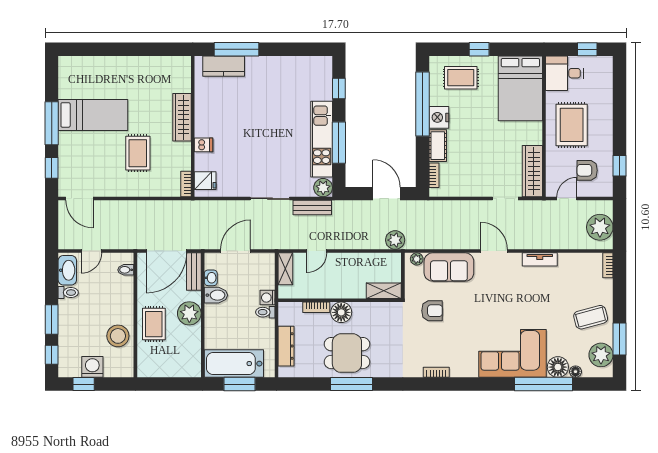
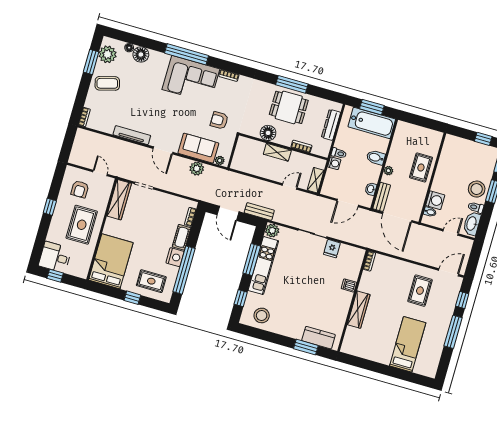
window: (237, 49) -> (306, 347), width x0.69
desk: (564, 73) -> (55, 257), moved, turned 180
stool: (305, 74) -> (262, 315), added
bed: (93, 115) -> (408, 344), moved, turned 90
rug: (138, 153) -> (420, 291), moved
window: (619, 166) -> (50, 207), moved
armchair: (587, 170) -> (80, 189), turned 90
fridge: (205, 181) -> (332, 249), moved, turned -90
door: (79, 199) -> (449, 272), hinge flipped
door: (567, 199) -> (100, 173), swing flipped
bench: (312, 208) -> (259, 211), moved
plant: (600, 227) -> (82, 146), removed
plant: (395, 240) -> (197, 169), moved
door: (166, 251) -> (397, 217), swing flipped
tv unit: (540, 259) -> (132, 135), width x1.41
shelving: (384, 291) -> (277, 152), moved
bidet: (216, 295) -> (376, 158), moved
floor lamp: (341, 312) -> (268, 133), moved
plant: (189, 313) -> (388, 171), width x0.53, depth x0.53
stool: (118, 336) -> (477, 189), moved
corner sofa: (512, 353) -> (191, 79), moved
washing machine: (92, 367) -> (435, 200), moved, turned -90
window: (544, 384) -> (187, 54), moved

